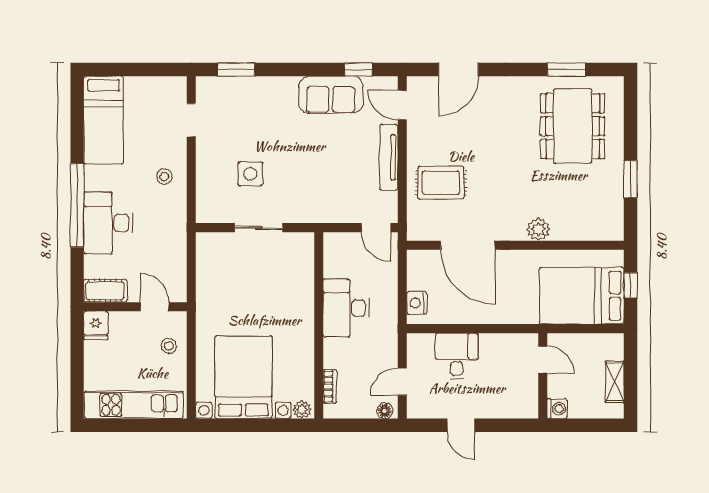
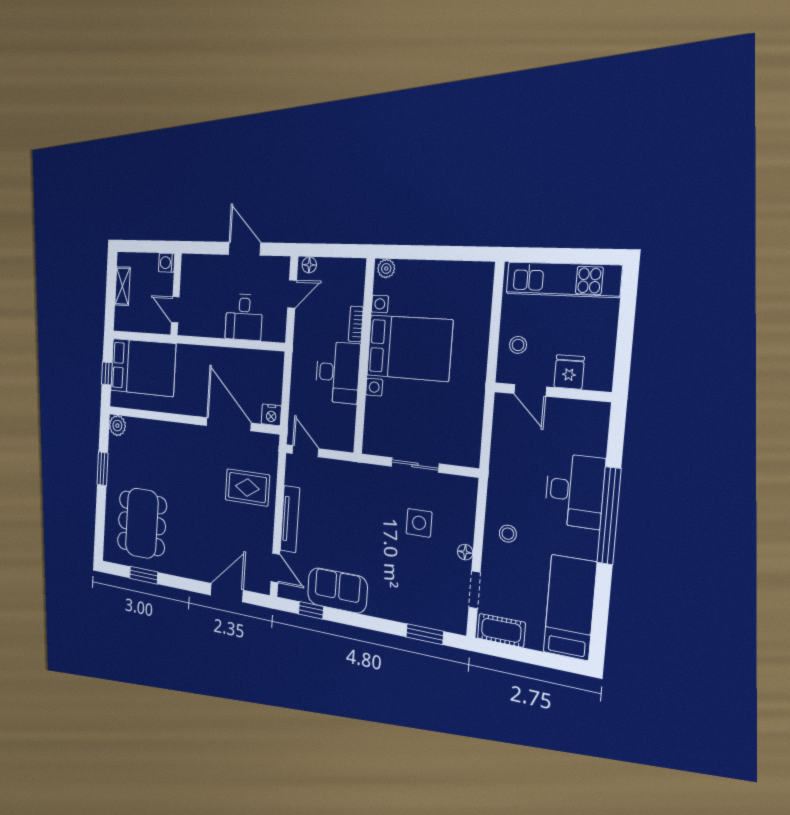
floor lamp: (203, 153) -> (465, 552), added
plant: (538, 229) -> (117, 426), moved
cot: (105, 291) -> (501, 630), moved
nightstand: (417, 303) -> (271, 415), moved, turned 90
fridge: (96, 325) -> (569, 372), moved
bed with nightstands: (243, 377) -> (409, 348), moved, turned -90
bookcase: (330, 386) -> (356, 324), moved
door: (461, 425) -> (244, 249), width x1.37

